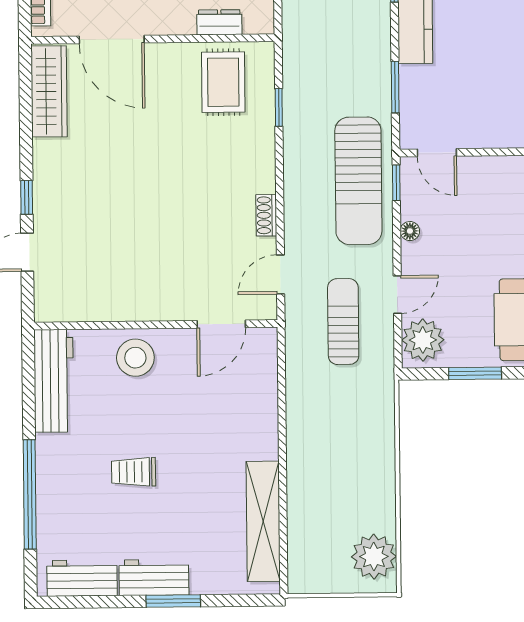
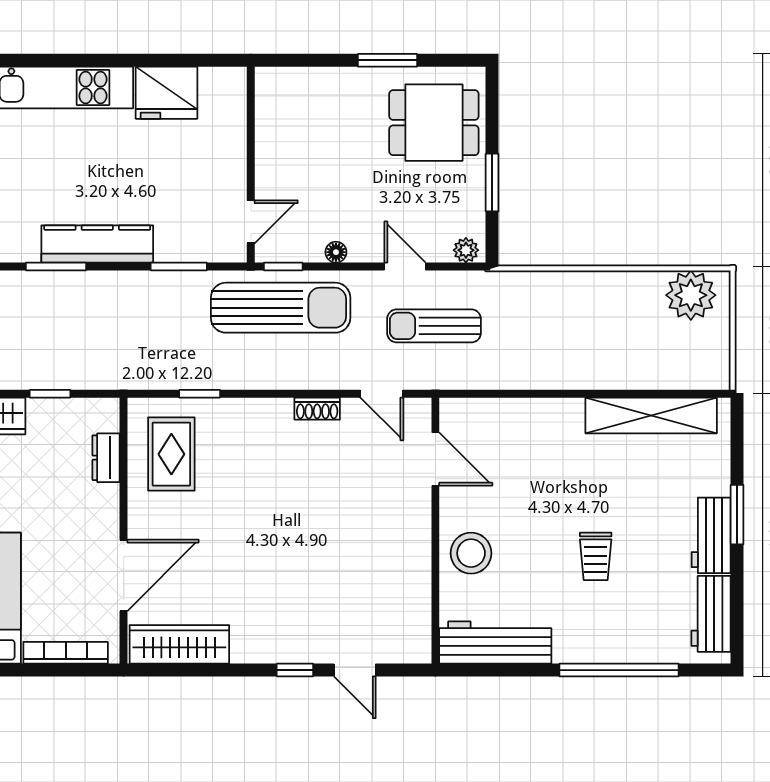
rug: (223, 82) -> (171, 454), turned 90
plant: (423, 340) -> (466, 250), width x0.53, depth x0.53

